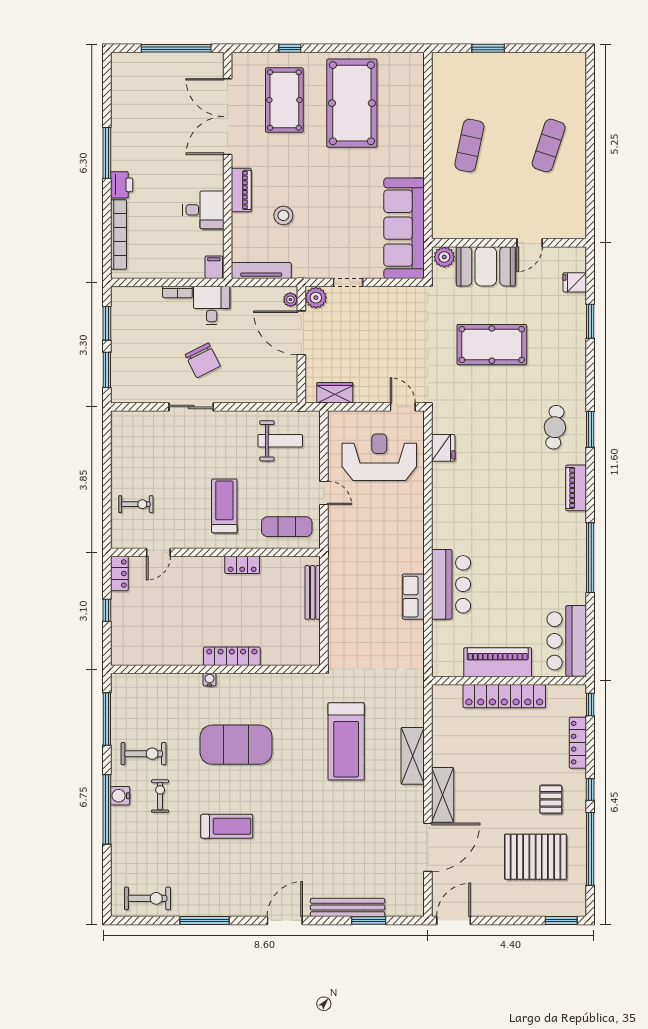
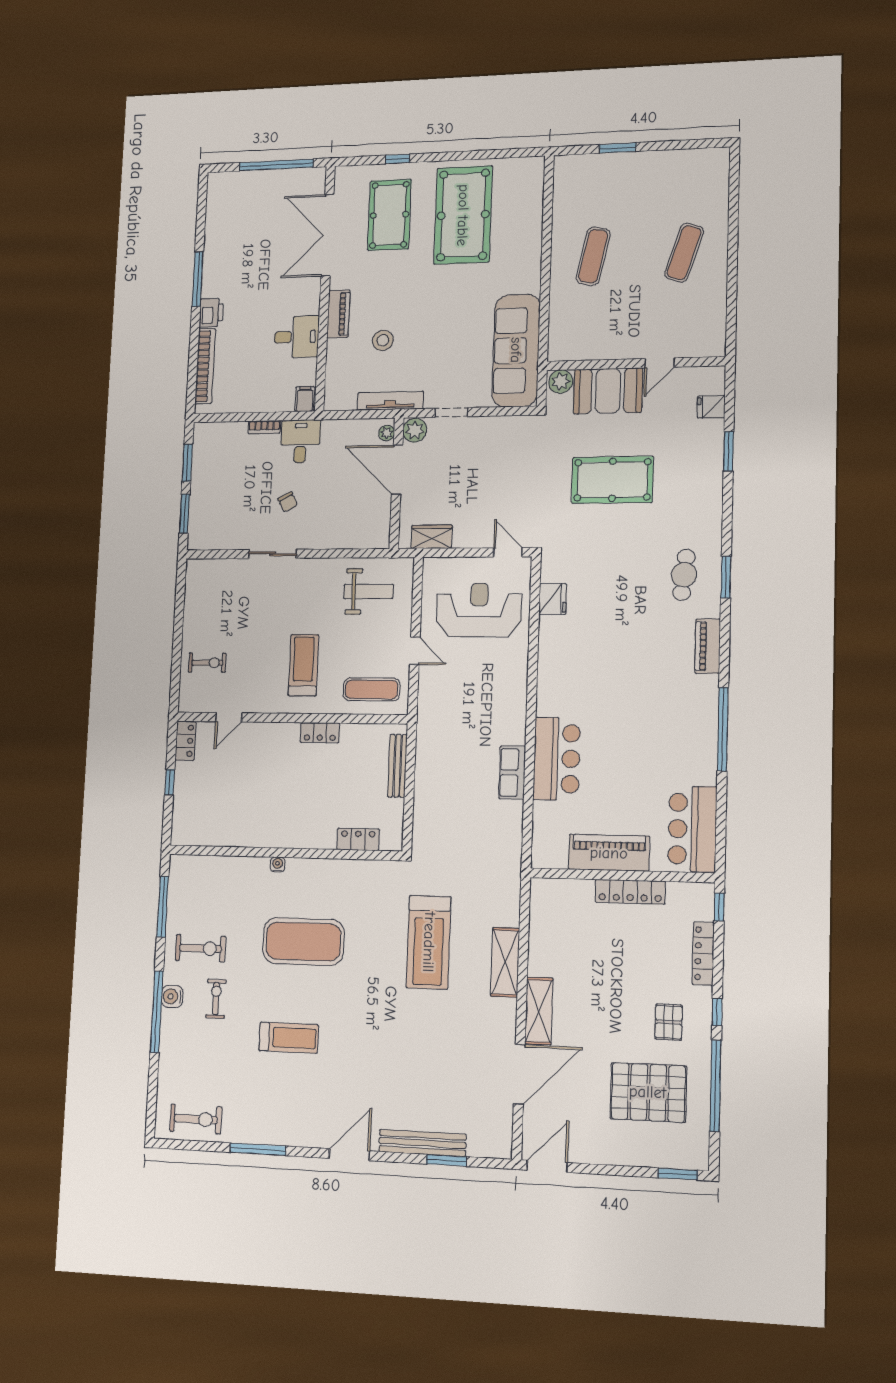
tv unit: (261, 271) -> (390, 401), moved
chair: (203, 360) -> (288, 502), width x0.54, depth x0.54
locker: (232, 656) -> (358, 839), moved, width x0.66
locker: (504, 696) -> (630, 892), width x0.71, depth x0.83

